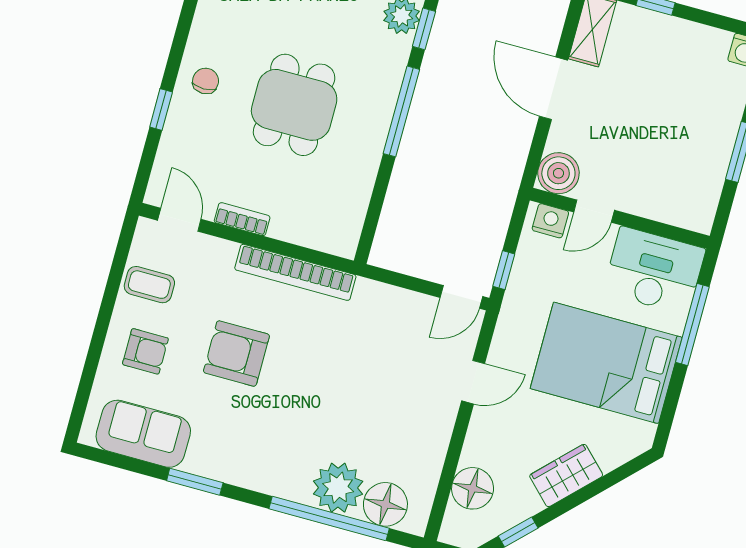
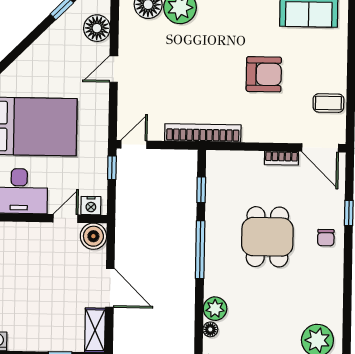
window: (424, 29) -> (201, 190), moved
door: (179, 220) -> (320, 148), width x1.38
bookcase: (295, 272) -> (203, 133), moved
armchair: (145, 351) -> (320, 61), removed
door: (473, 382) -> (114, 69), moved
wardrobe: (566, 476) -> (41, 51), removed

